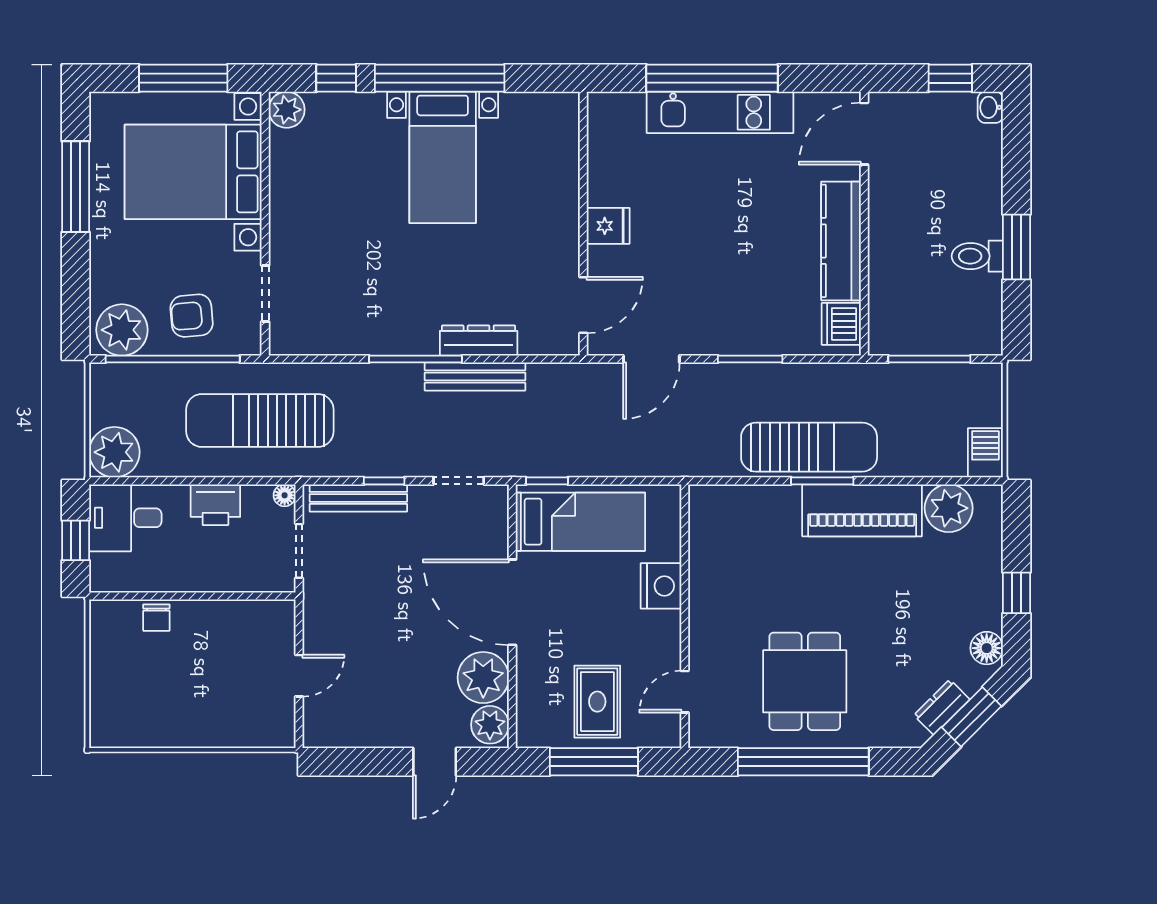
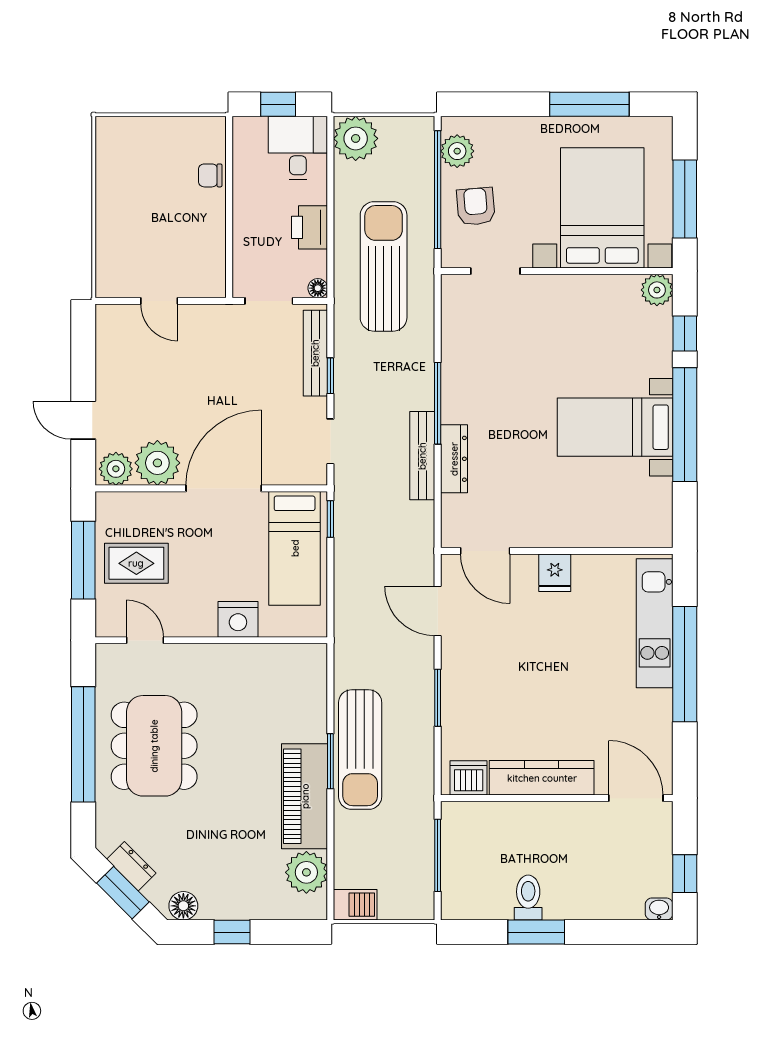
kitchen unit: (720, 112) -> (655, 623), moved
plant: (122, 330) -> (457, 151), width x0.73, depth x0.73
dining table: (805, 681) -> (154, 746), width x1.38

